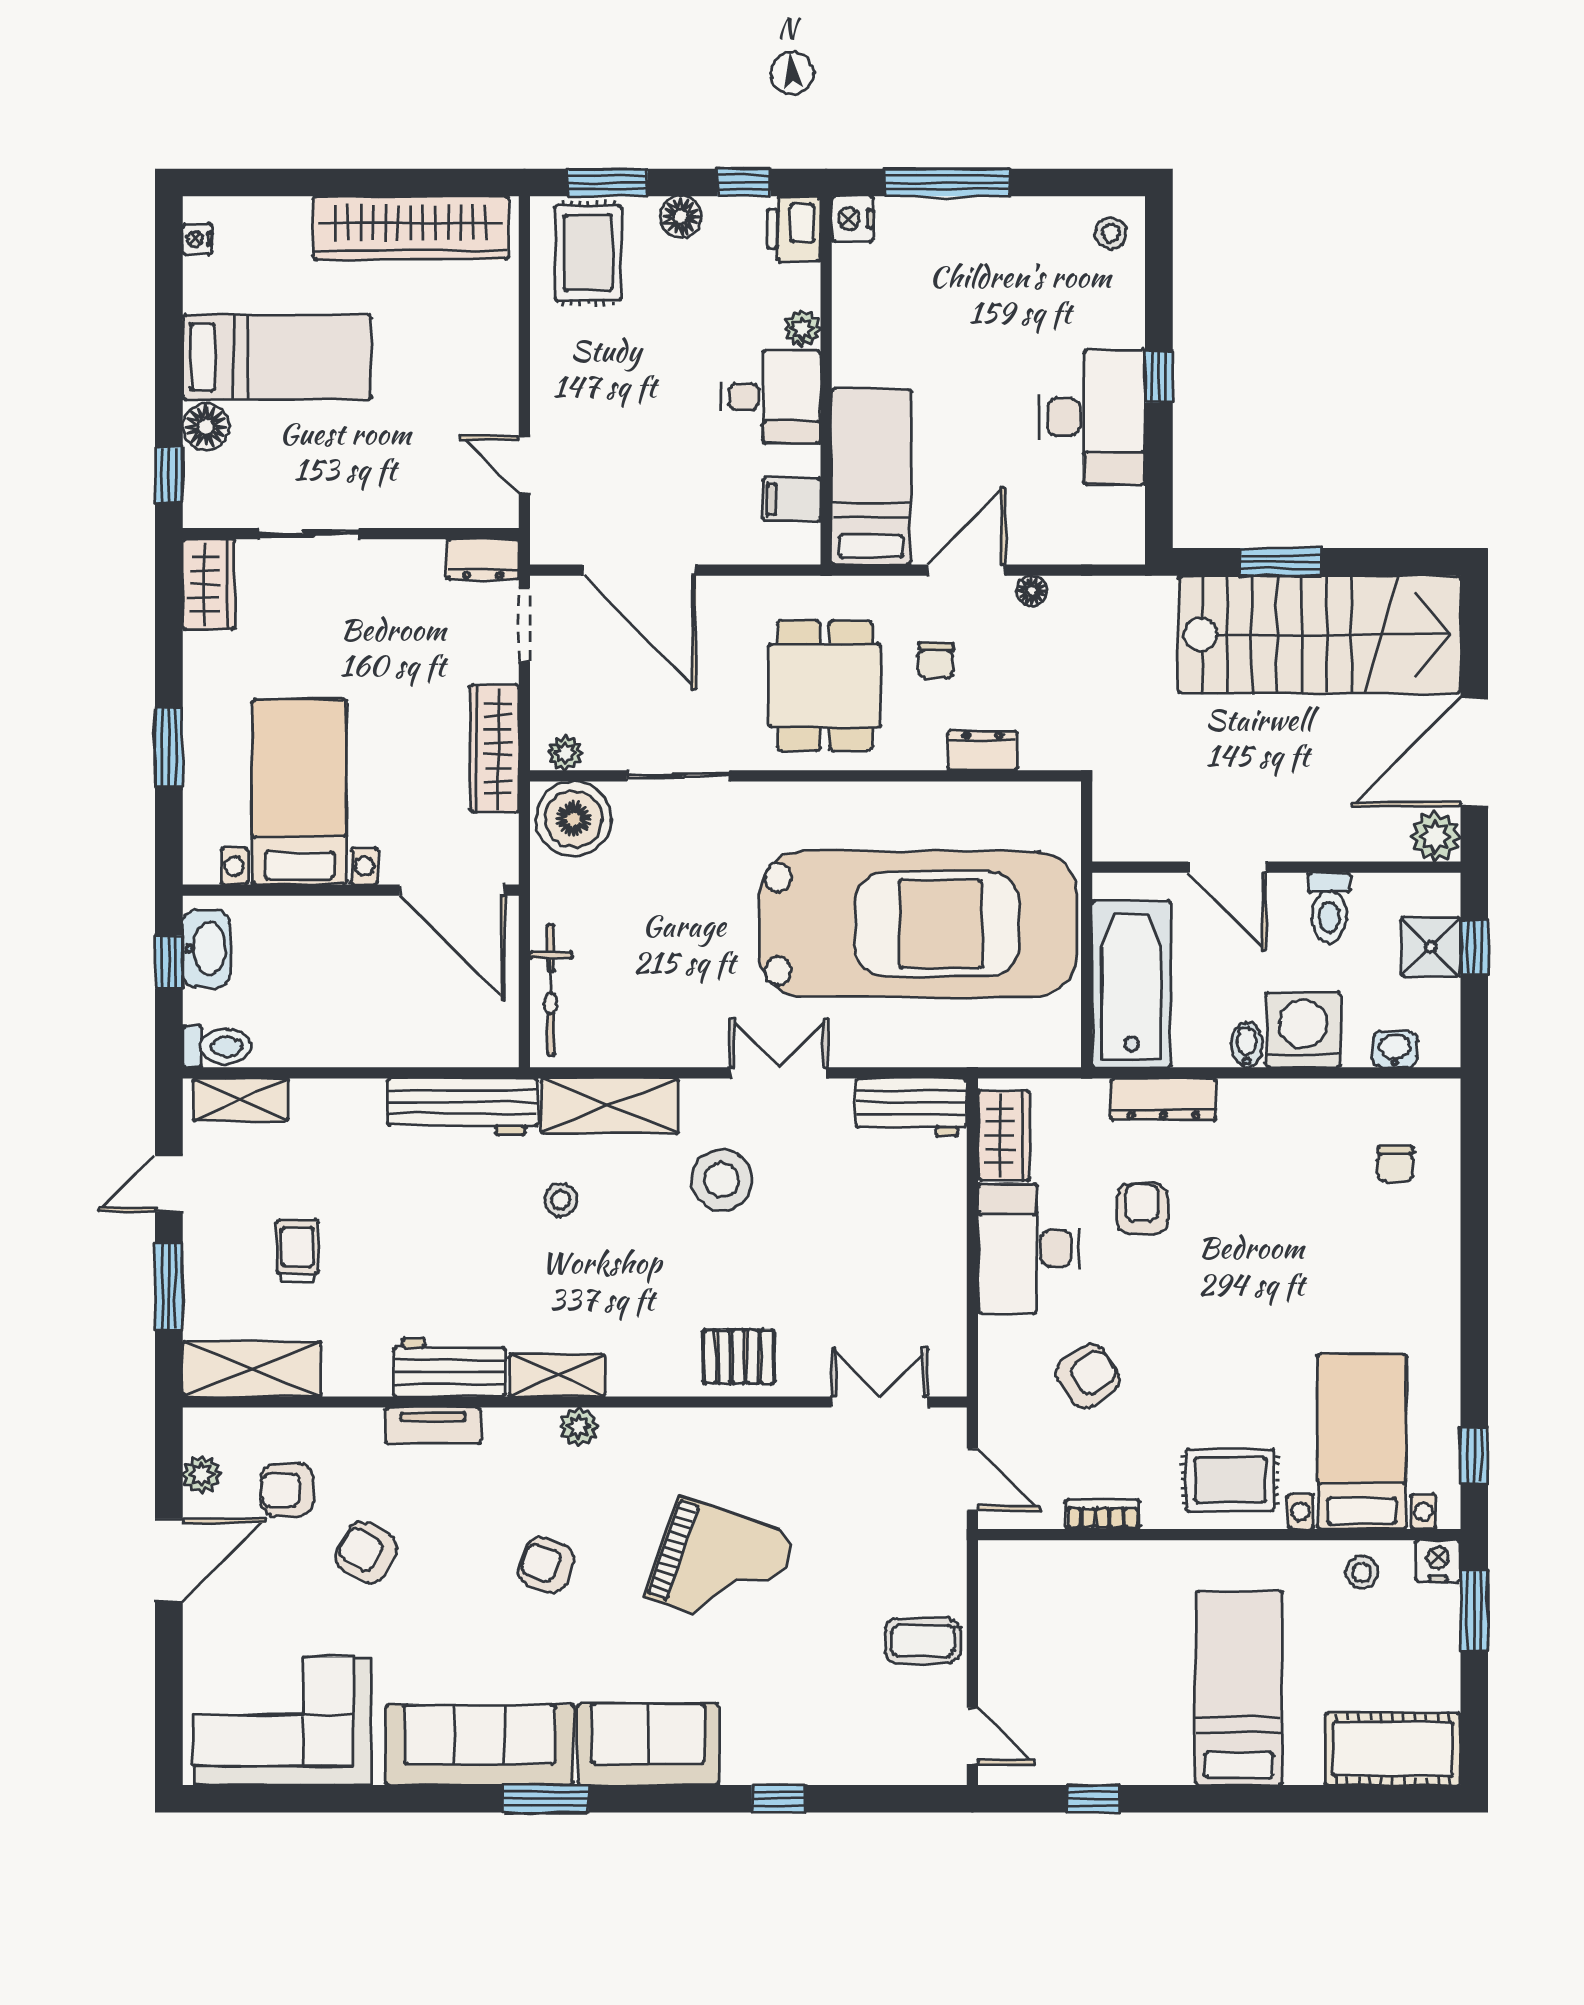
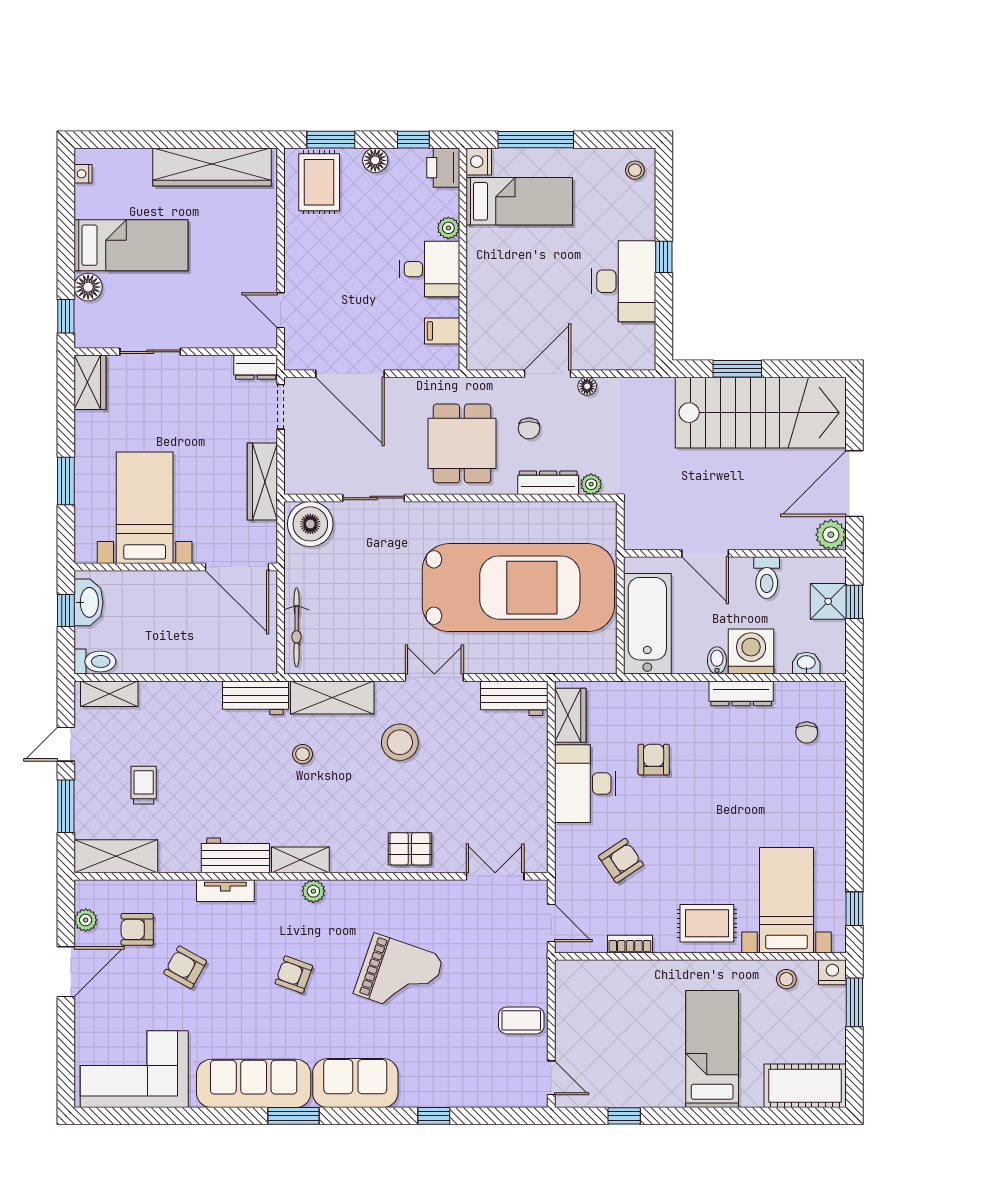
bed: (871, 477) -> (519, 201), moved, turned 90
dresser: (983, 751) -> (548, 483), width x1.44
plant: (565, 753) -> (591, 484), moved
dresser: (1163, 1099) -> (741, 693), moved
workbench: (462, 1107) -> (256, 698), width x0.73

